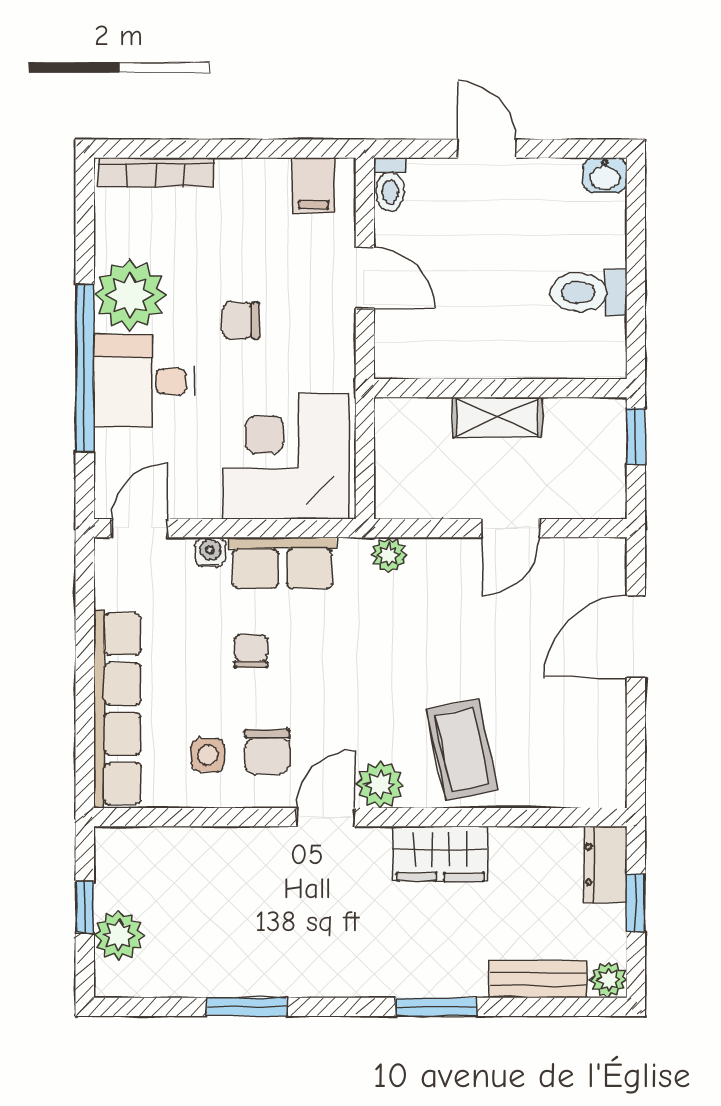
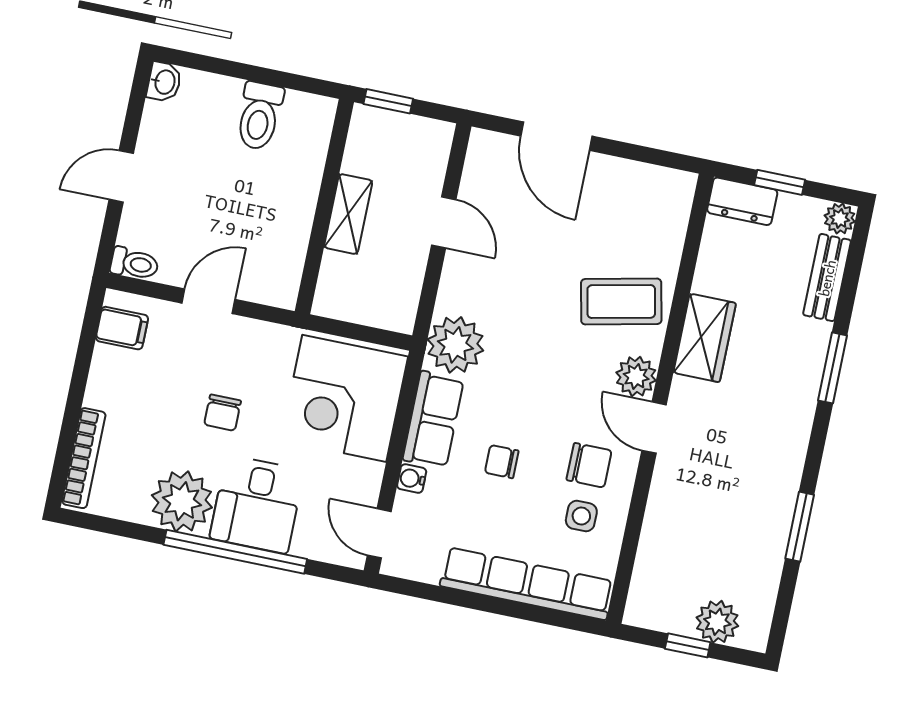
plant: (389, 555) -> (455, 345), width x1.88, depth x1.88

